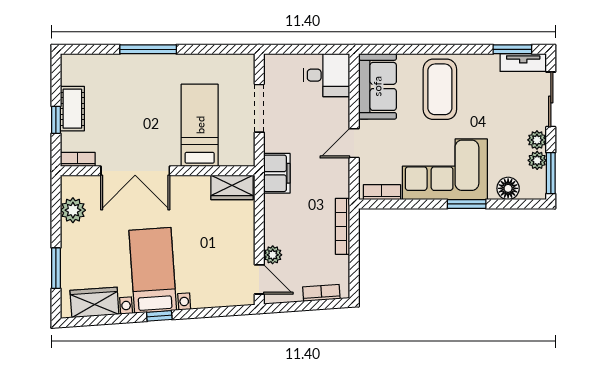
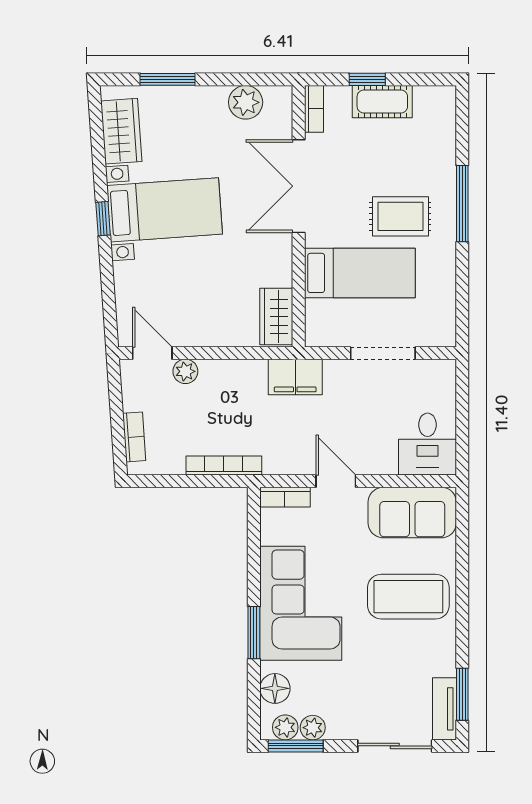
rug: (158, 95) -> (400, 216), added
plant: (537, 140) -> (285, 727), moved
bookcase: (382, 192) -> (285, 497), moved, turned 90
door: (259, 279) -> (152, 353), swing flipped

